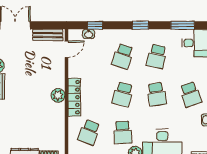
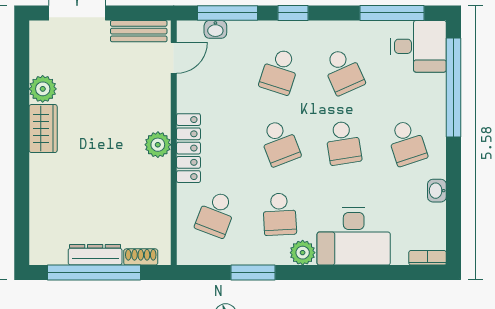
window: (95, 25) -> (228, 13), width x2.17
window: (140, 25) -> (293, 13), moved
window: (183, 25) -> (392, 13), width x1.44
school desk: (157, 56) -> (343, 71), turned -36
school desk: (123, 94) -> (280, 143), turned -36

